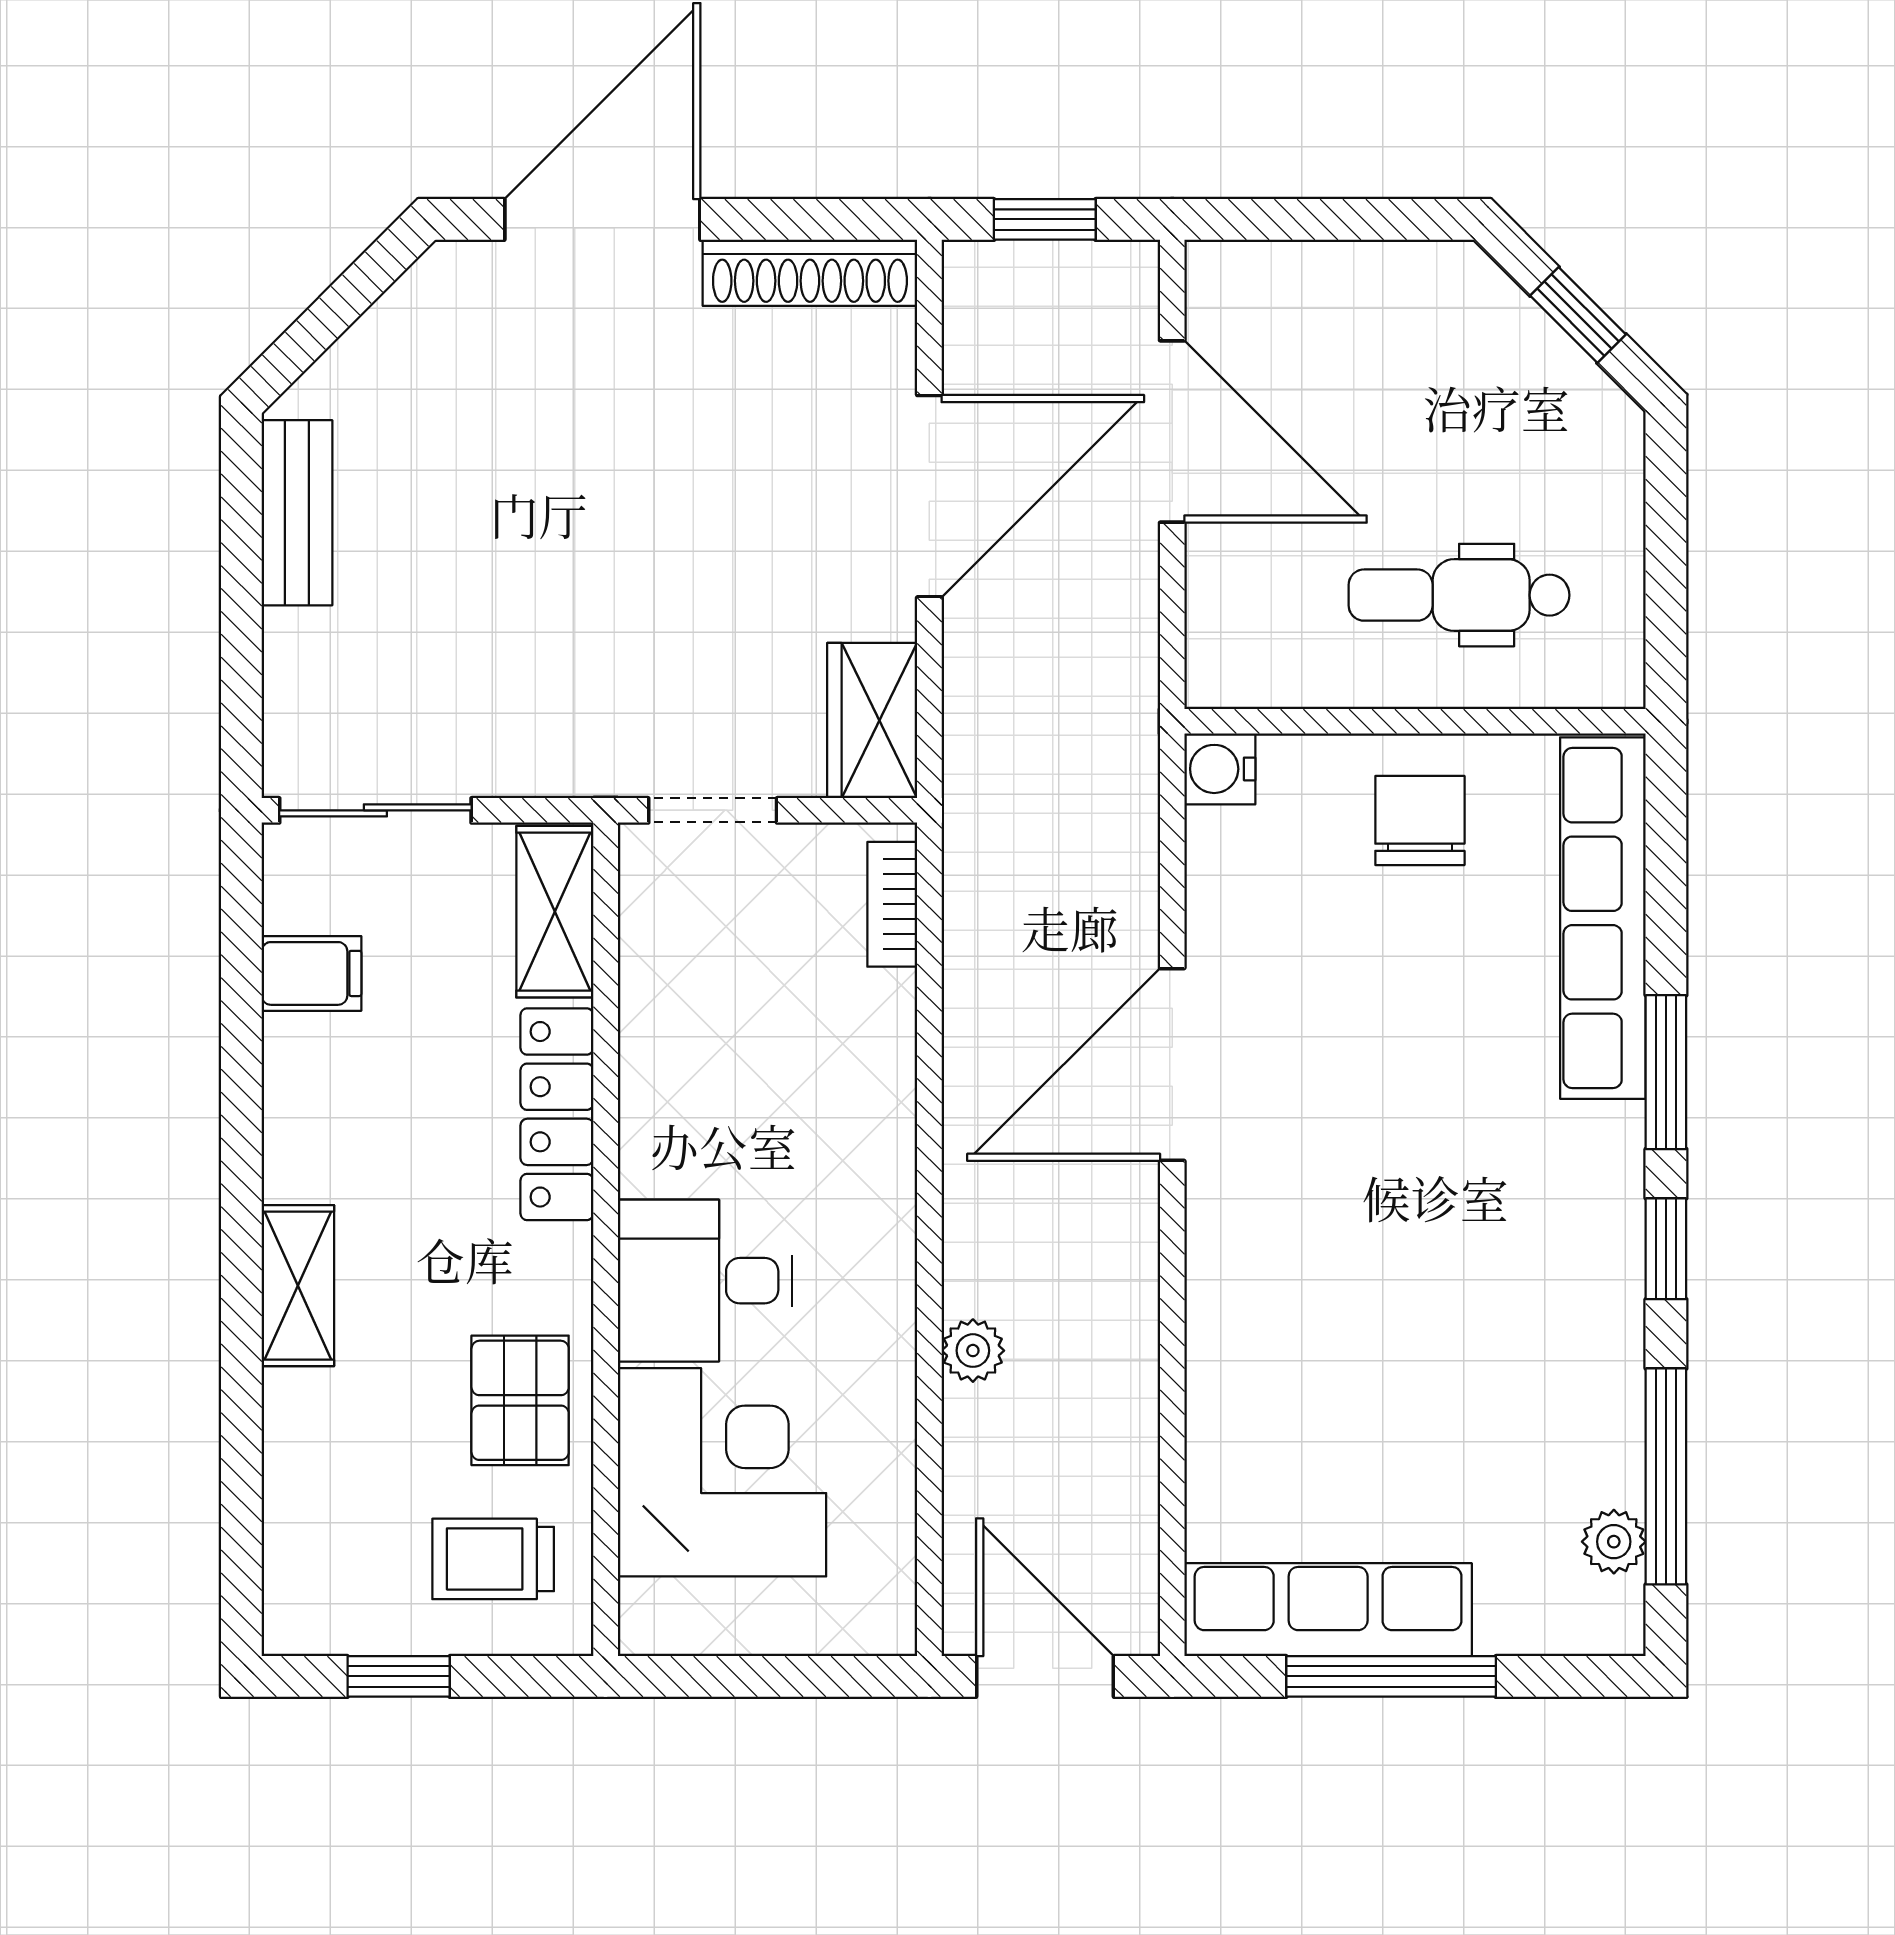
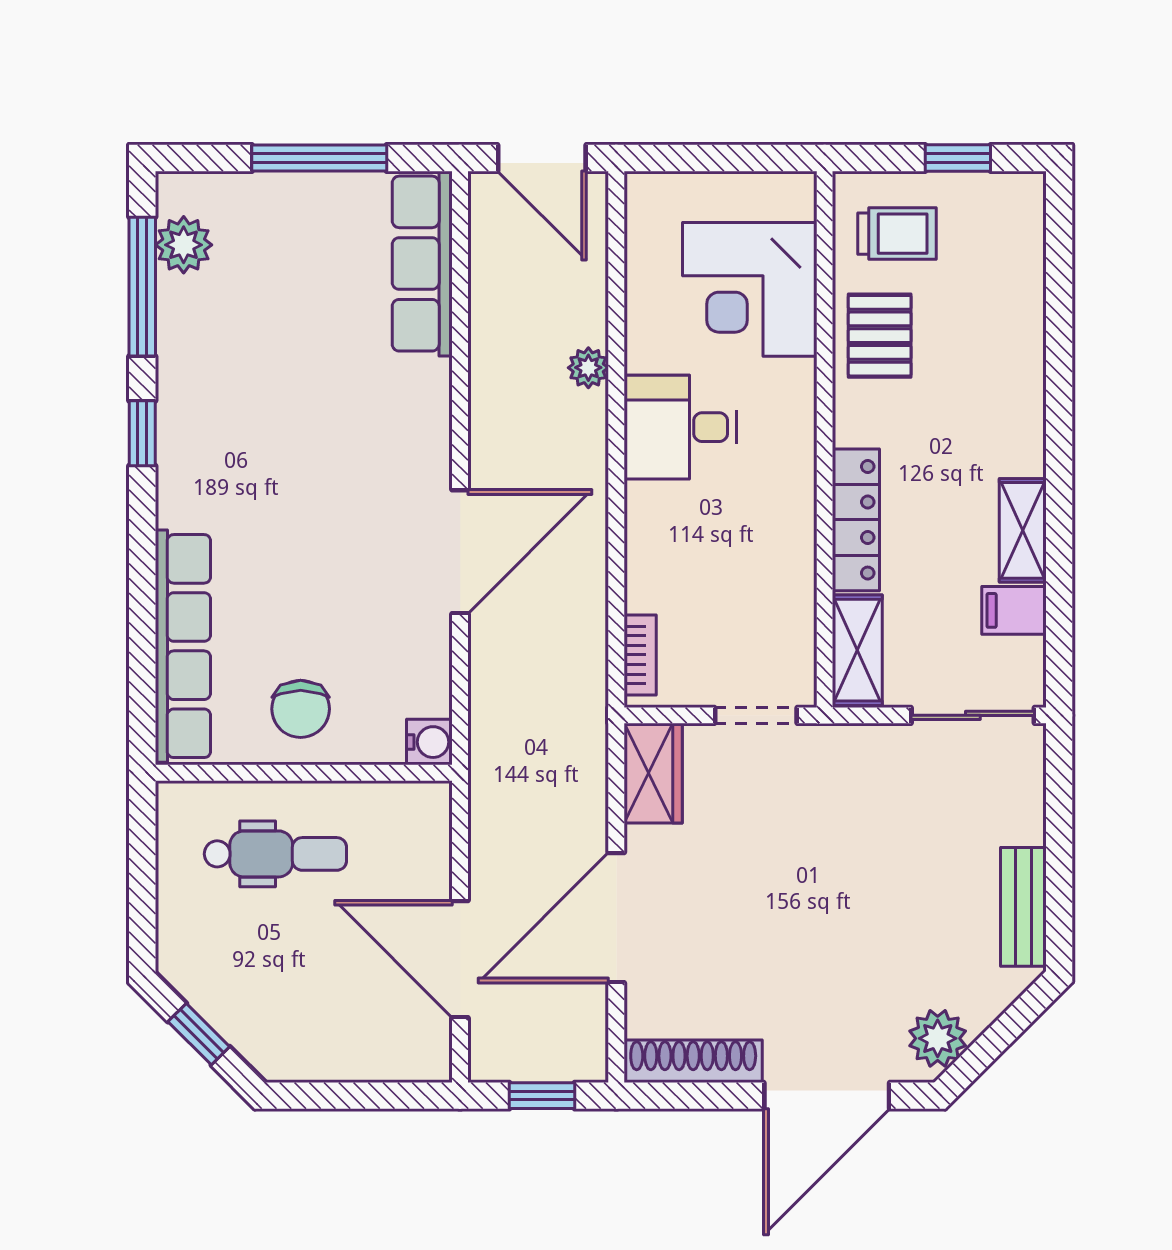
plant: (430, 308) -> (938, 1038), added
window: (1666, 1072) -> (142, 547), removed
desk: (705, 1281) -> (680, 427), moved, turned 180
shelving: (298, 1286) -> (1023, 530), moved
plant: (1614, 1542) -> (184, 245), width x1.38, depth x1.38
row of seats: (1328, 1610) -> (422, 264), moved, turned 90

